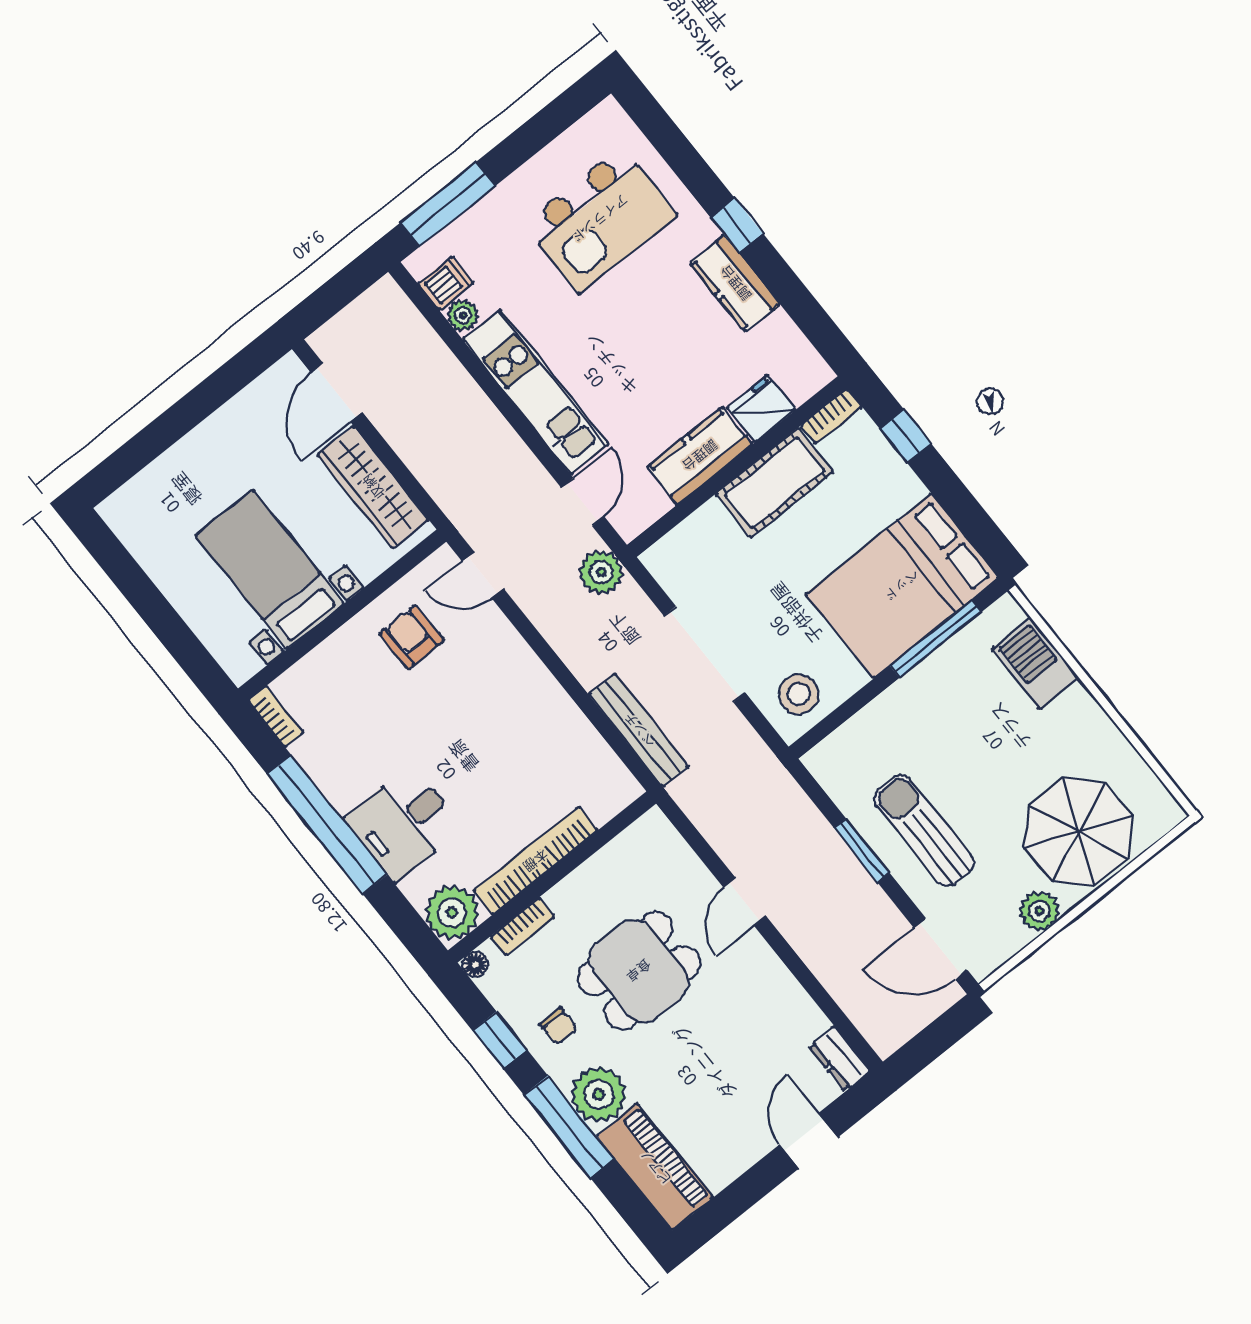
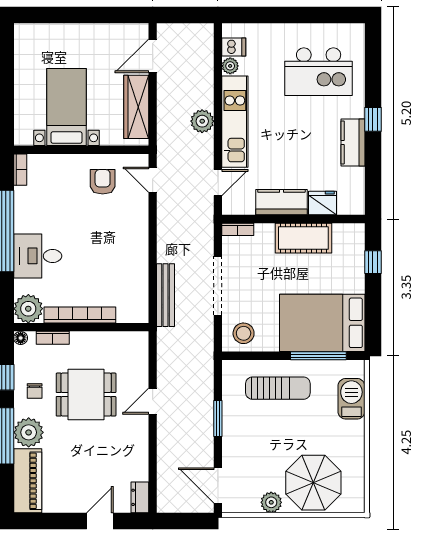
window: (448, 204) -> (261, 15), removed
bookcase: (832, 416) -> (238, 229), moved
plant: (601, 572) -> (202, 121), moved
sun lounger: (924, 830) -> (278, 388), moved, turned 90

